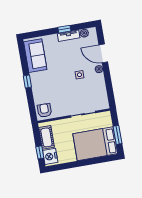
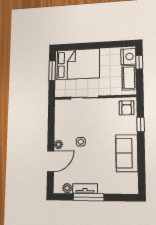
window: (64, 29) -> (89, 197), width x2.17
door: (103, 53) -> (51, 161), hinge flipped
sofa: (35, 56) -> (127, 153), moved
window: (27, 81) -> (141, 124), moved

